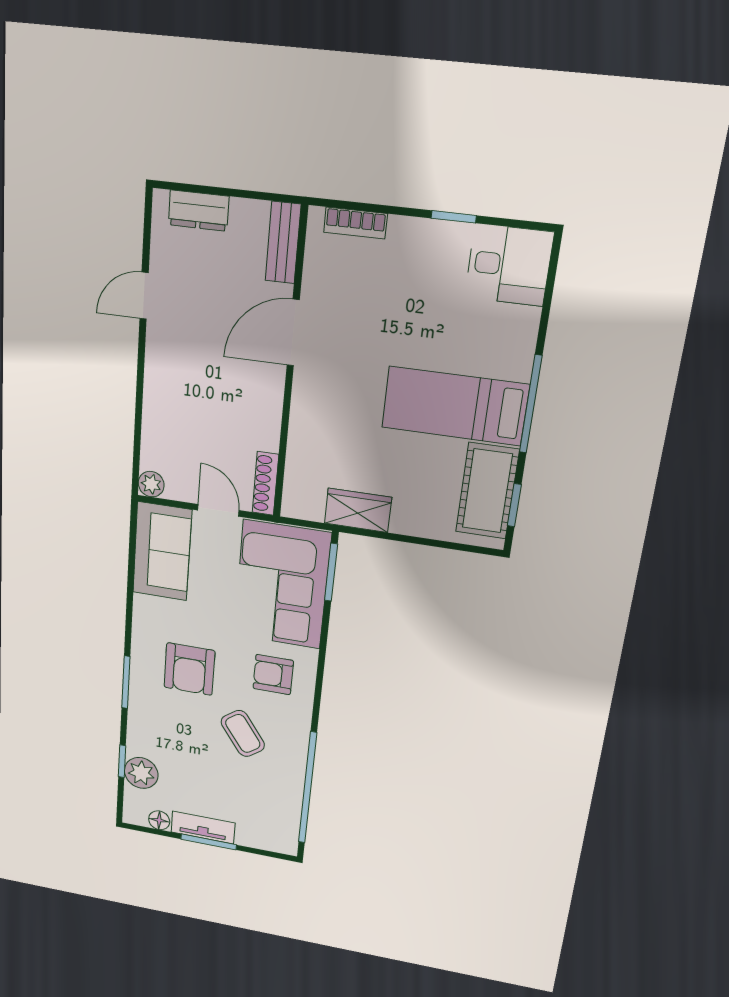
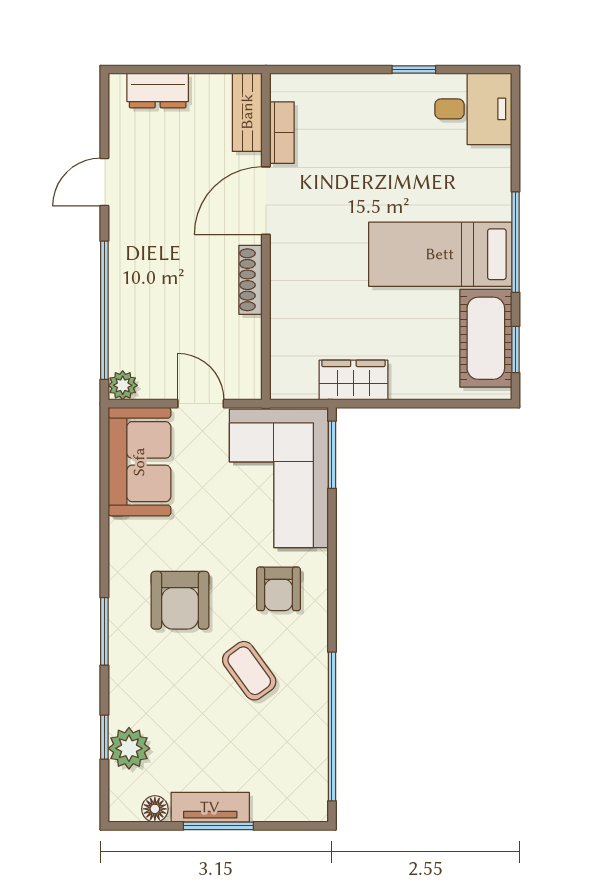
bookcase: (355, 223) -> (282, 133), moved, turned -90
window: (138, 415) -> (104, 310), added
shoe rack: (265, 484) -> (250, 280), moved
armchair: (273, 675) -> (279, 589), turned -90

